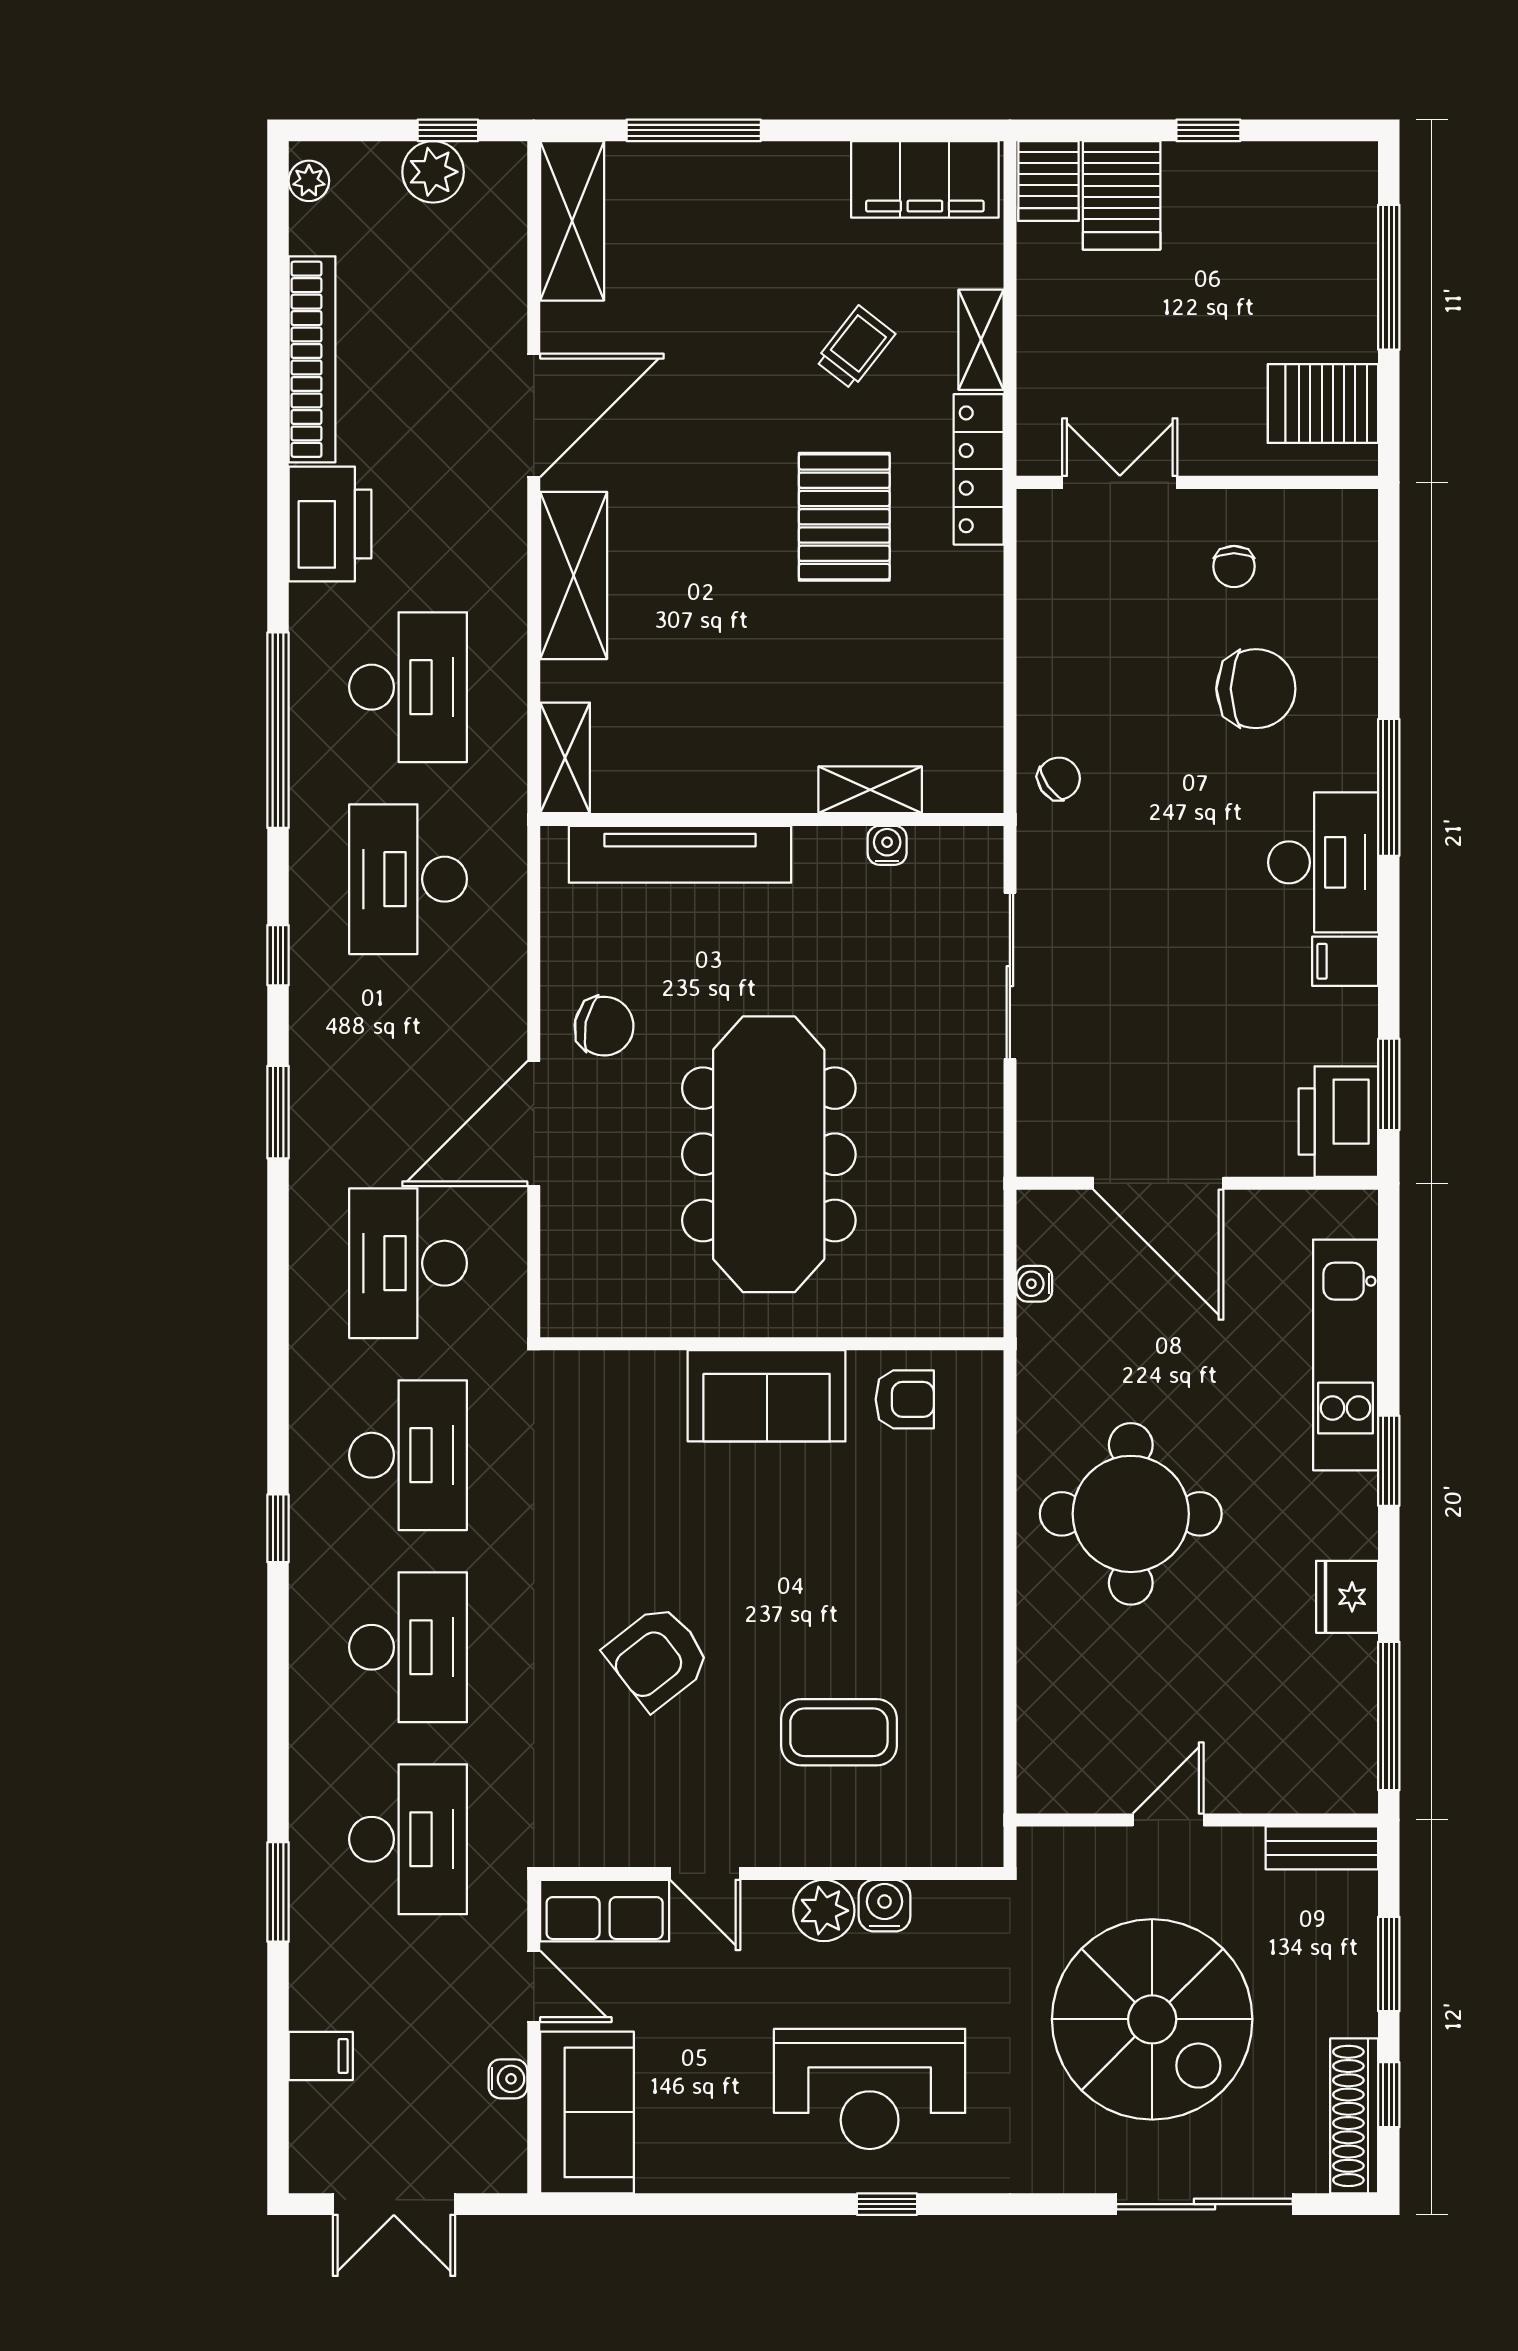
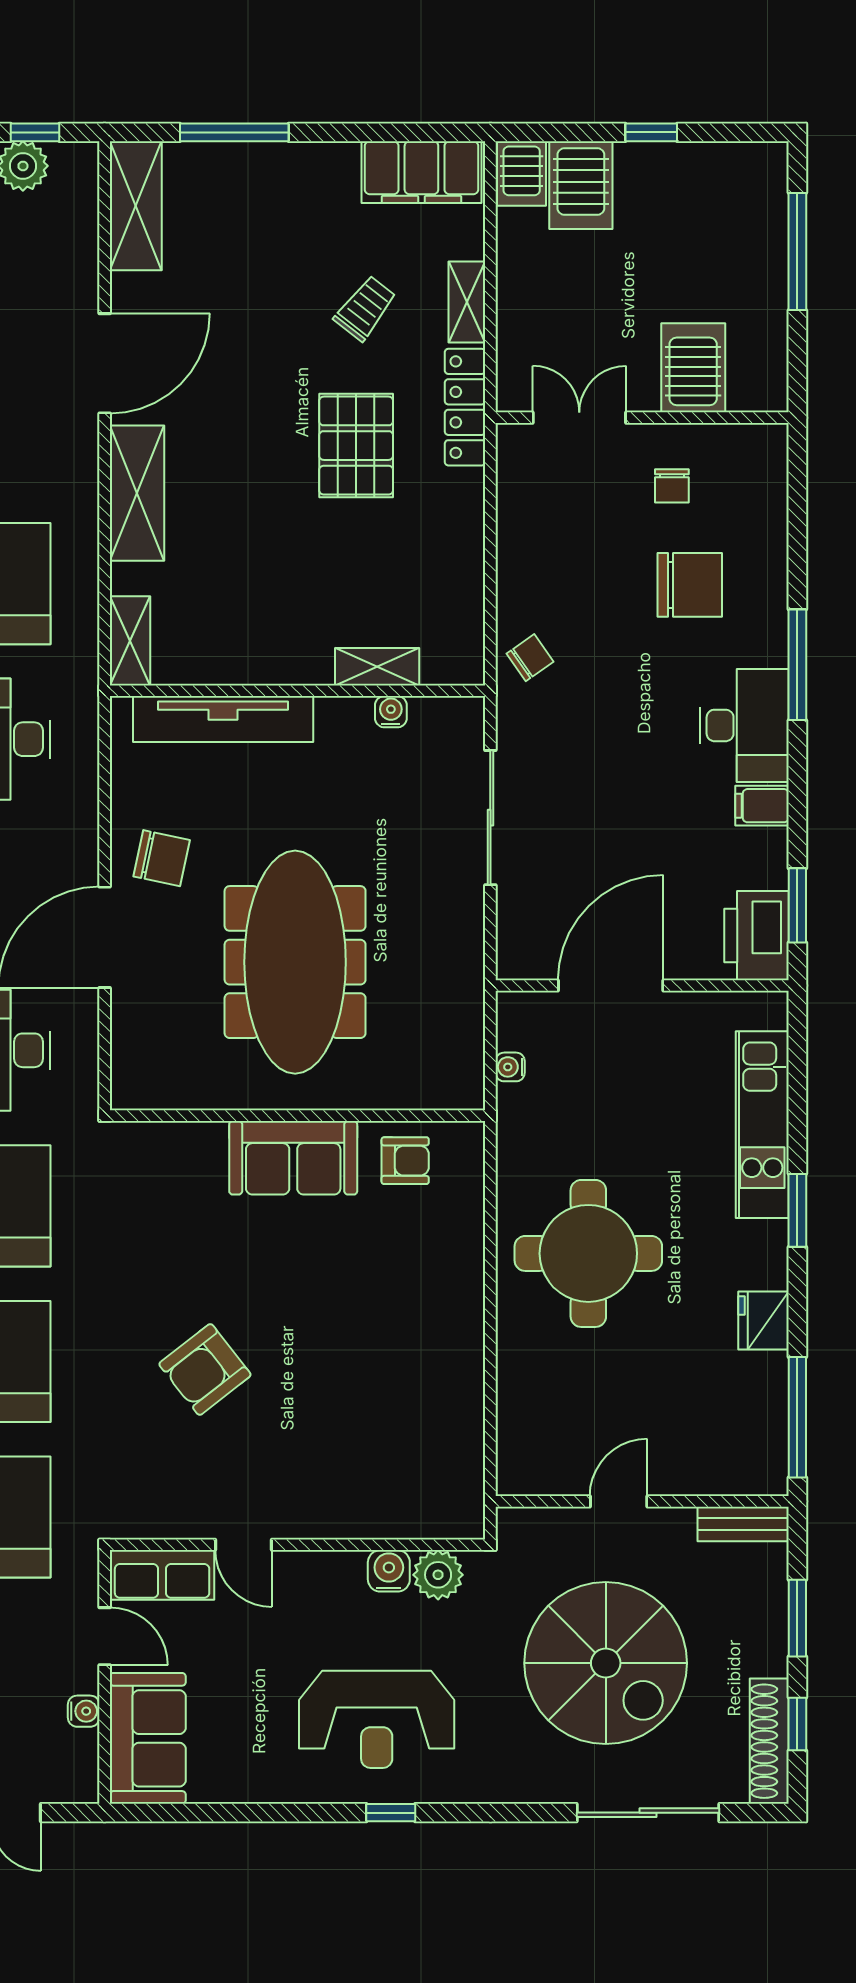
server rack: (1323, 404) -> (693, 368), moved, turned 90
door: (1158, 1183) -> (611, 986), swing flipped
coffee table: (839, 1732) -> (352, 1430), removed
plant: (824, 1911) -> (438, 1575), moved

